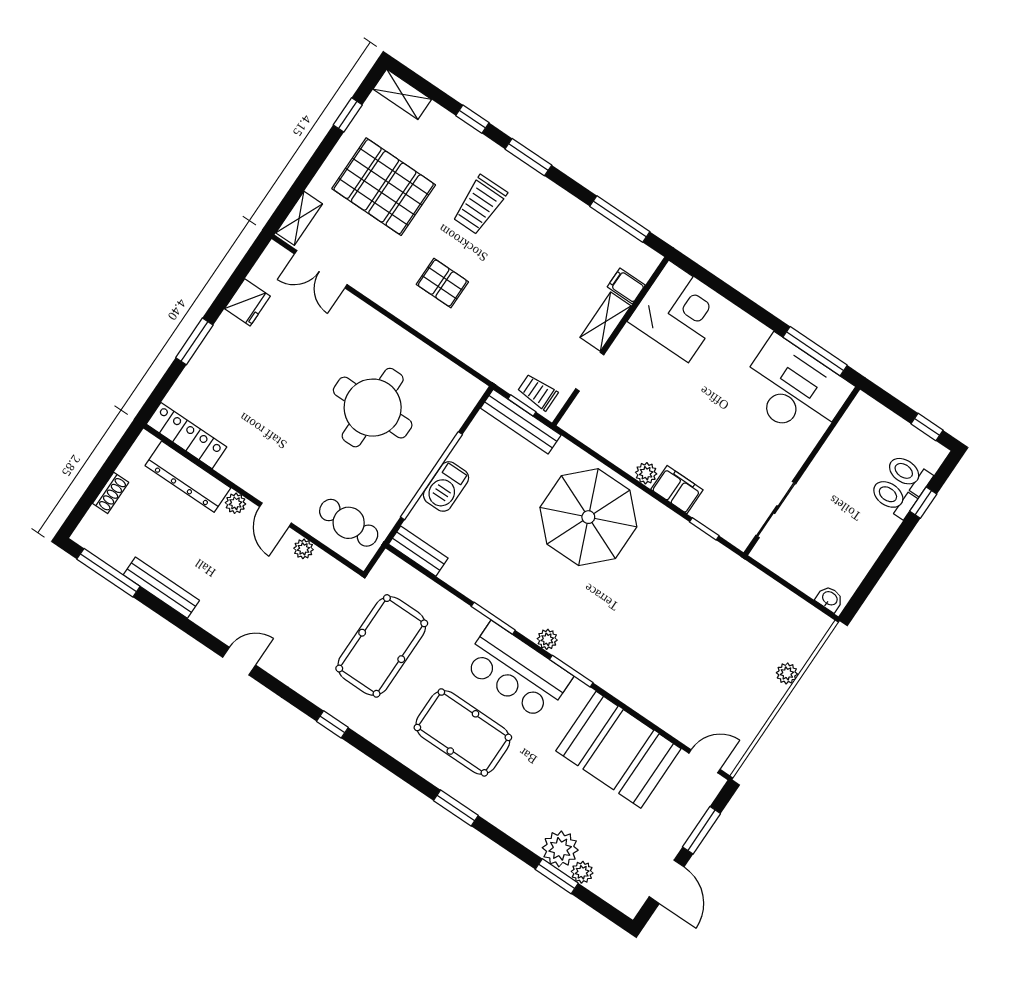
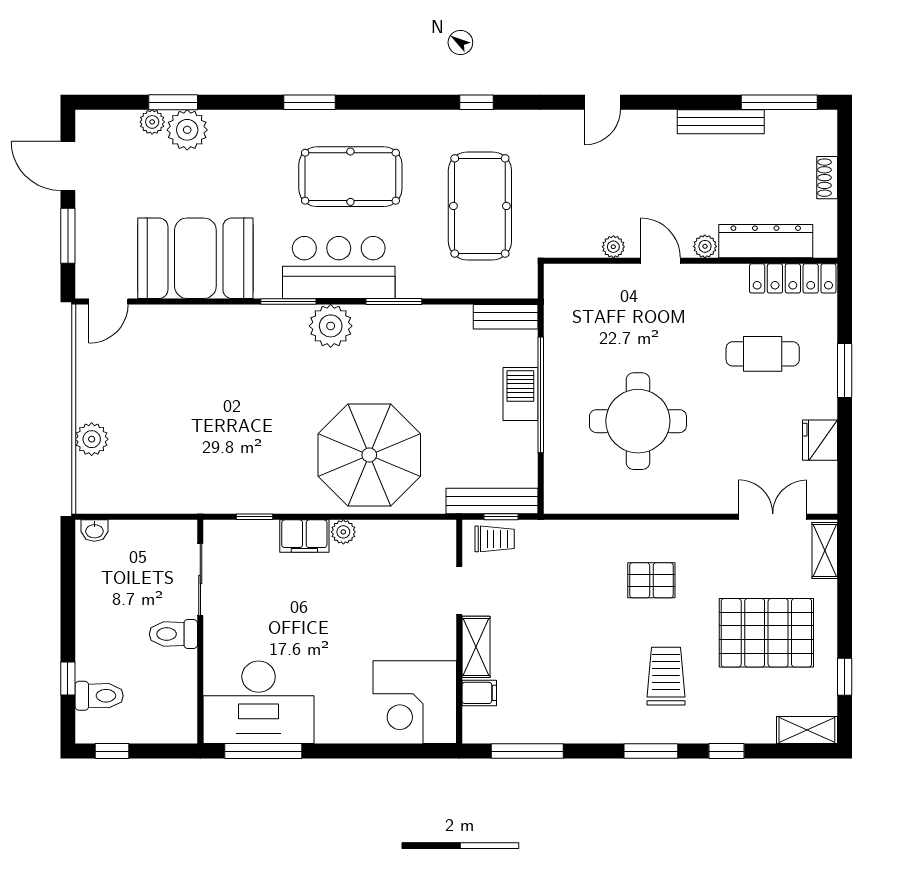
toilet: (893, 498) -> (173, 634), moved, turned 180
cafe table: (349, 523) -> (763, 354), moved
plant: (547, 639) -> (331, 326), width x1.88, depth x1.88
plant: (787, 673) -> (92, 439), width x1.38, depth x1.38

